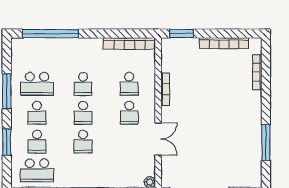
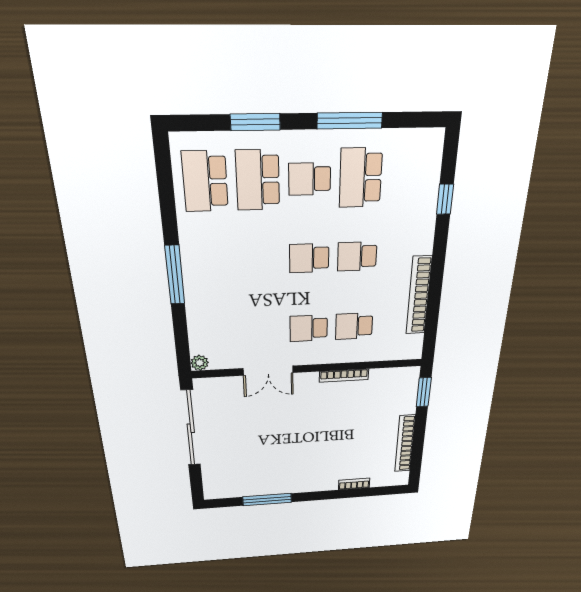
window: (50, 34) -> (445, 199), width x0.32
bookcase: (129, 44) -> (419, 296), moved
bookcase: (257, 72) -> (354, 484), width x0.64
school desk: (37, 142) -> (258, 180), width x1.85
school desk: (83, 142) -> (260, 260), removed

